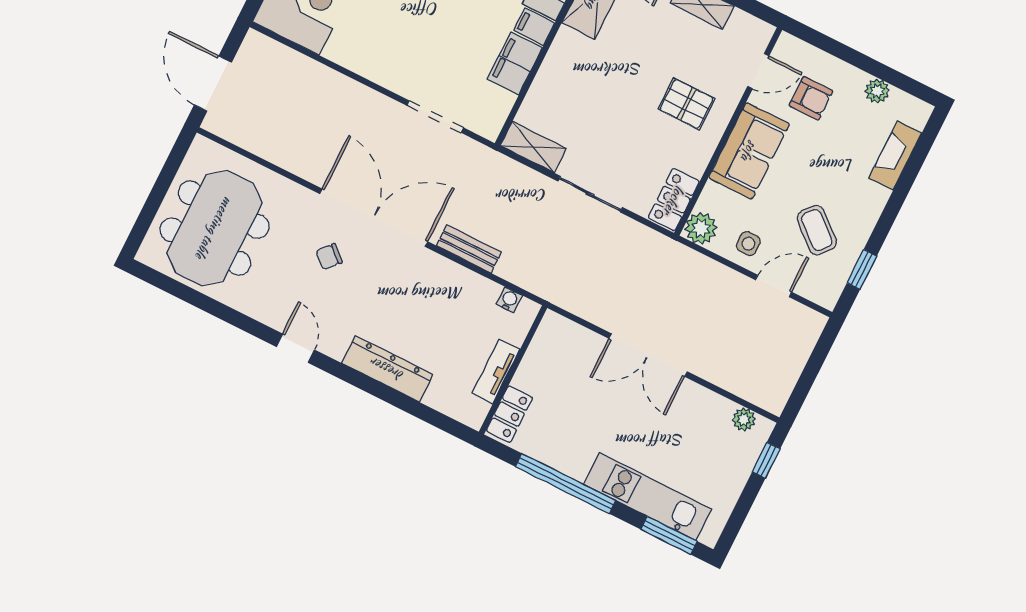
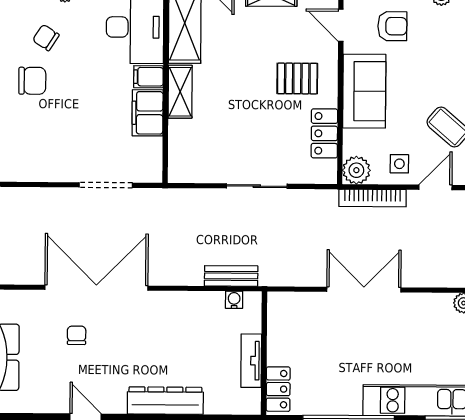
door: (758, 71) -> (341, 25), swing flipped
shelving: (533, 147) -> (180, 92), moved, turned 90
locker: (674, 200) -> (324, 133), moved
bench: (469, 249) -> (231, 276), moved
chair: (329, 257) -> (77, 335), turned 138
bookcase: (703, 265) -> (372, 198), added
double door: (648, 355) -> (364, 290), swing flipped

